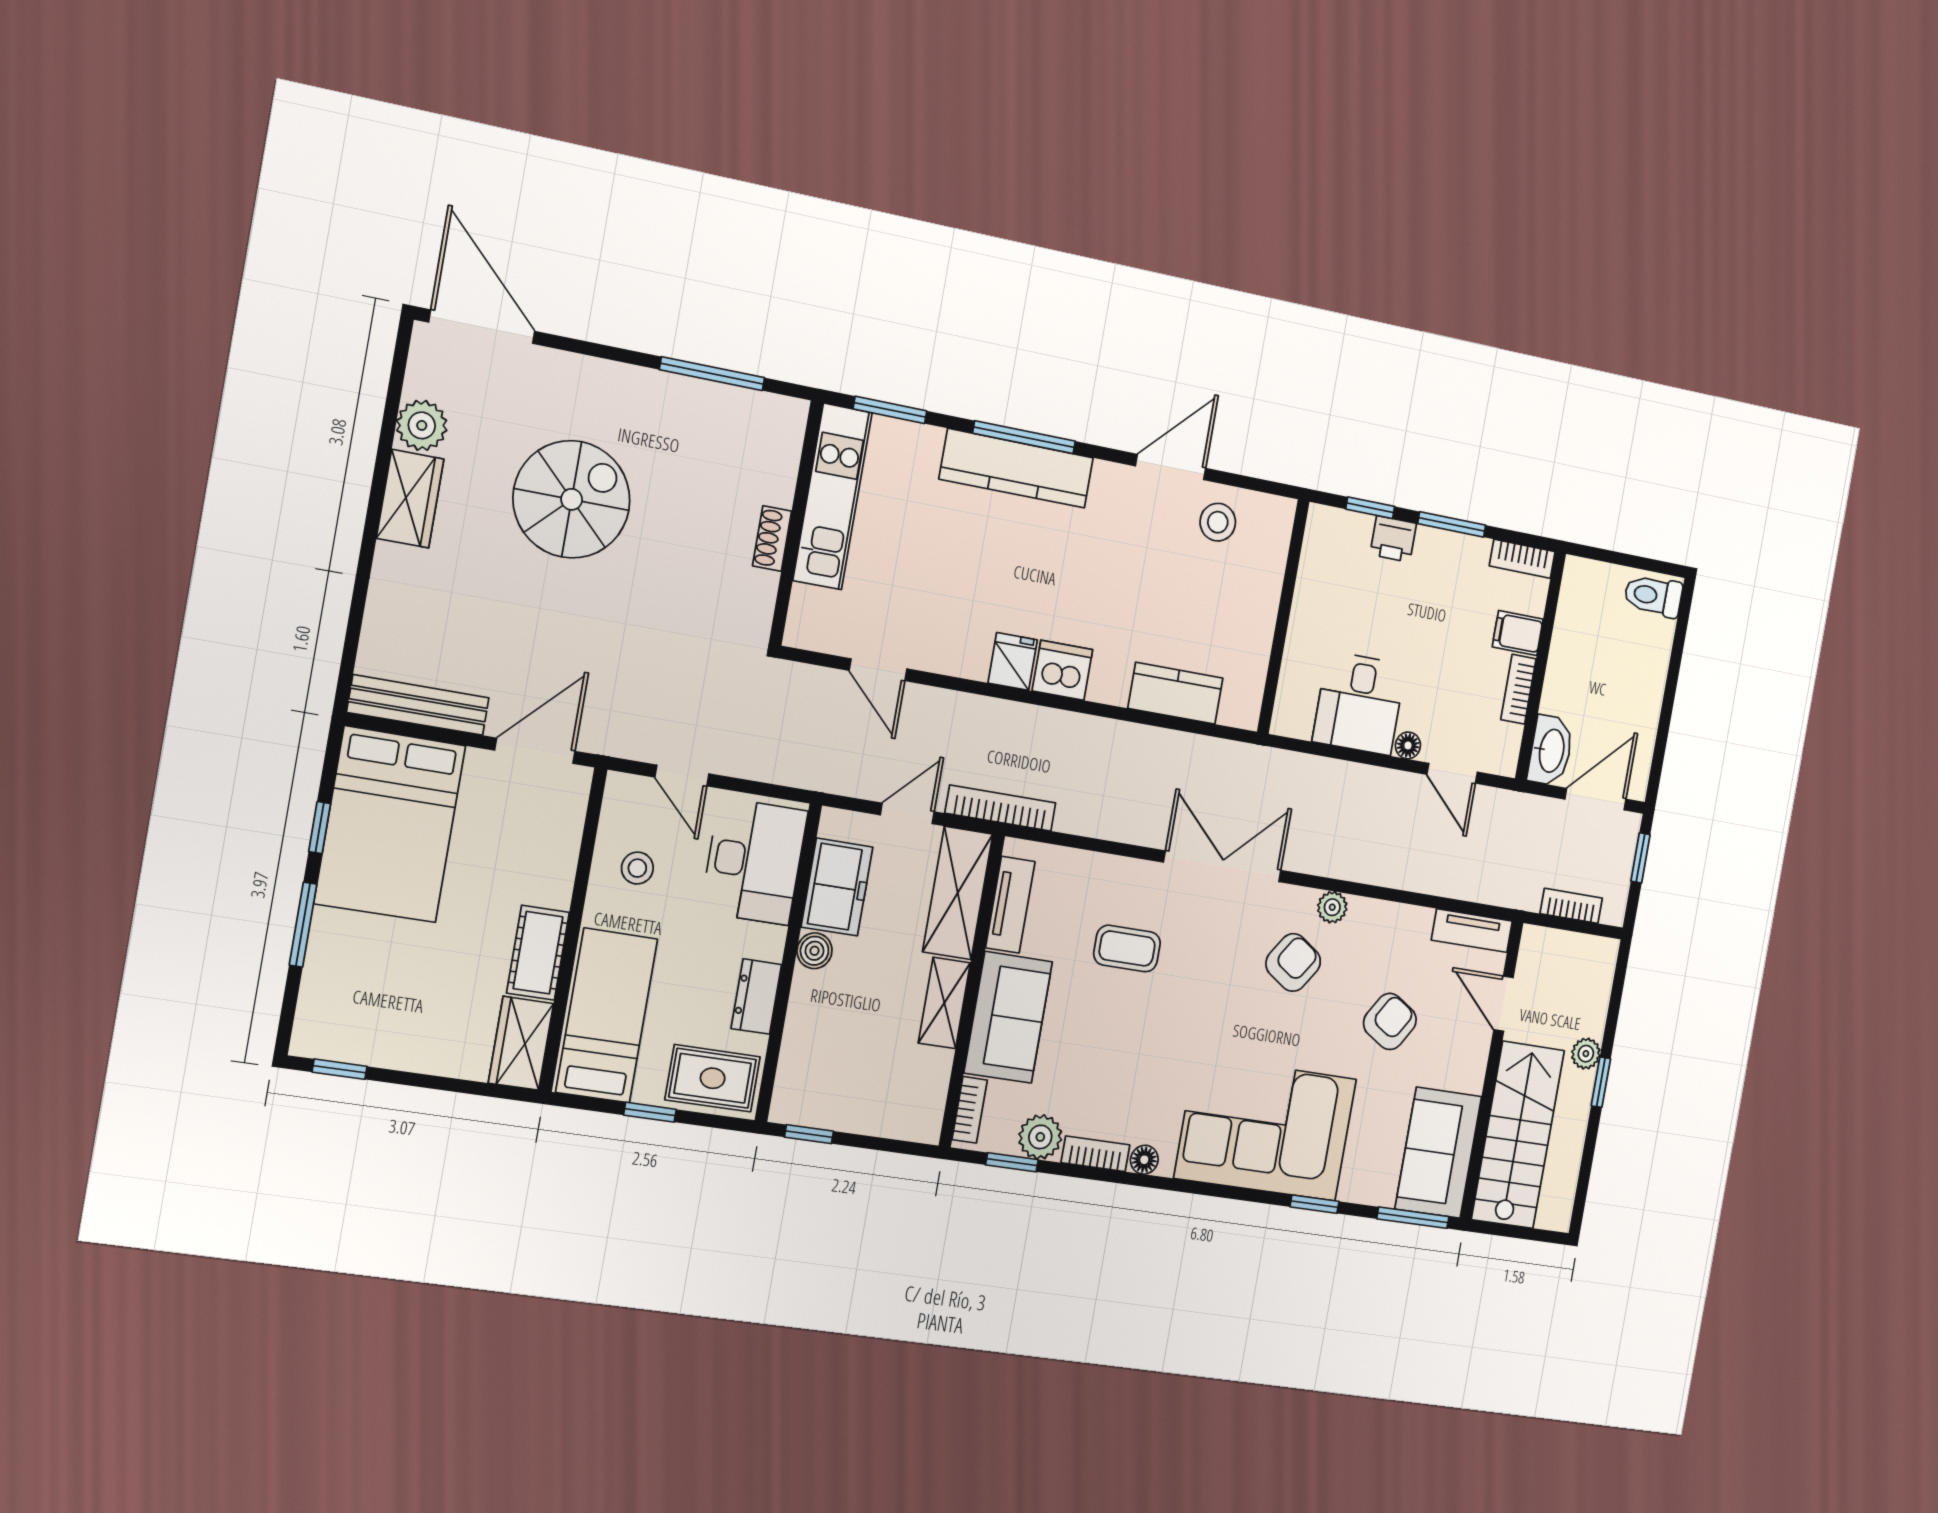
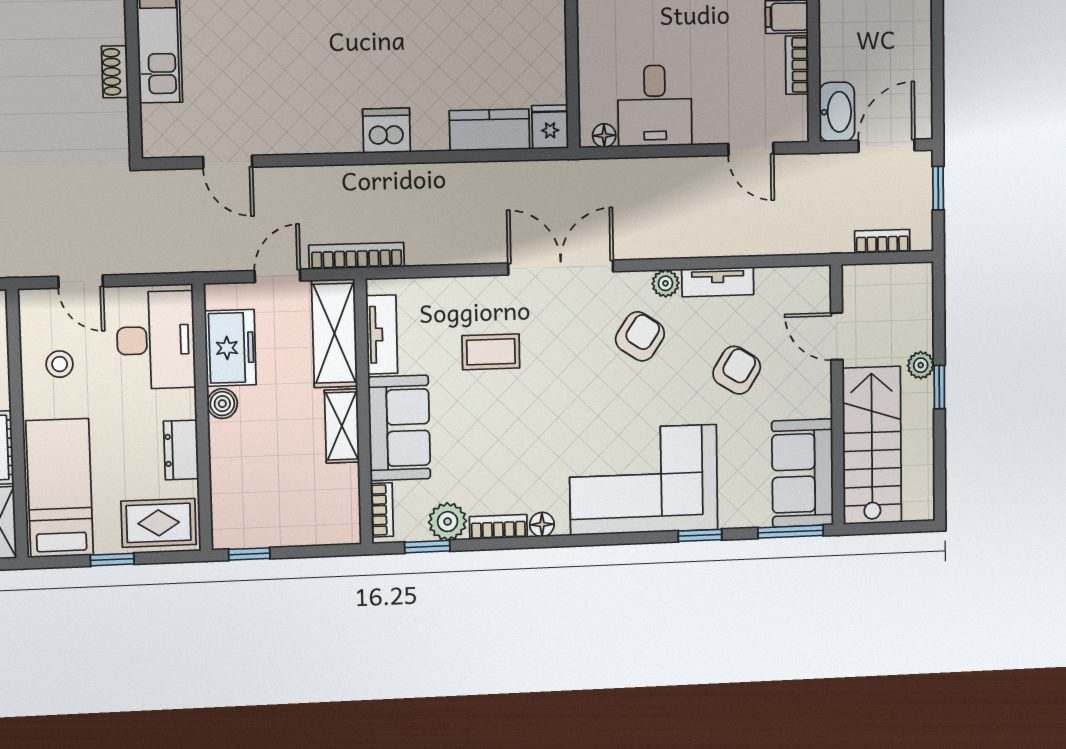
fridge: (1013, 661) -> (550, 127), moved
floor lamp: (1408, 745) -> (604, 136), moved
tv unit: (1472, 931) -> (718, 282), moved

